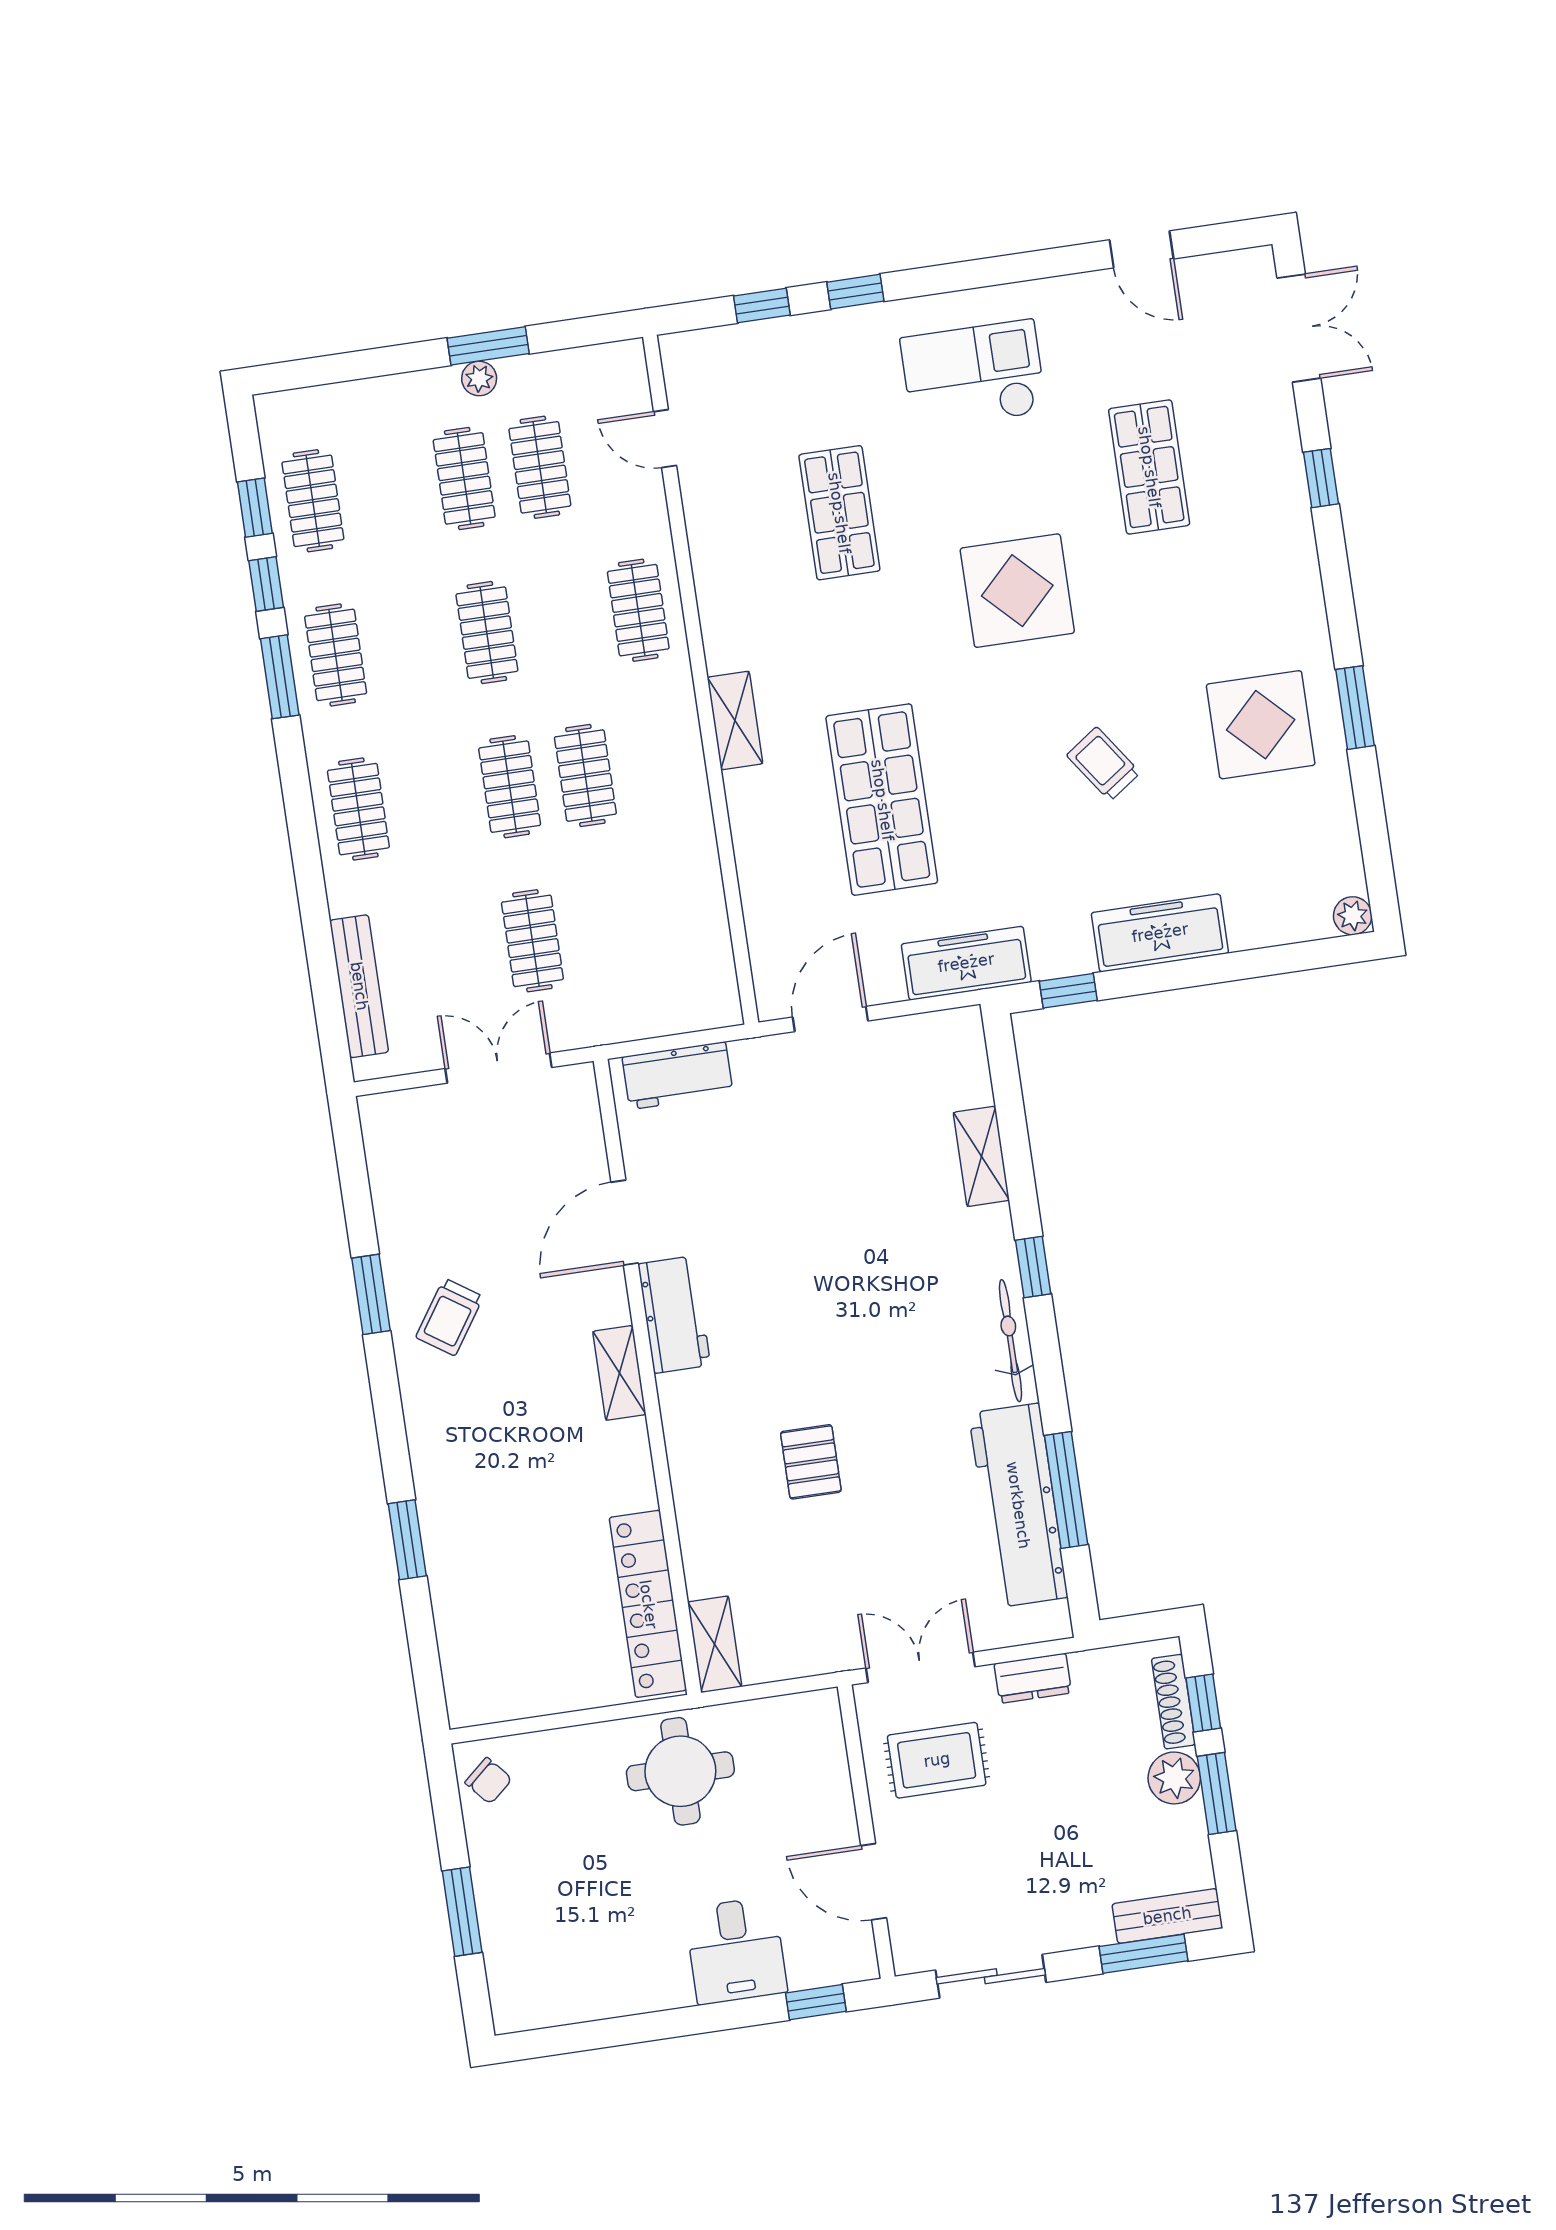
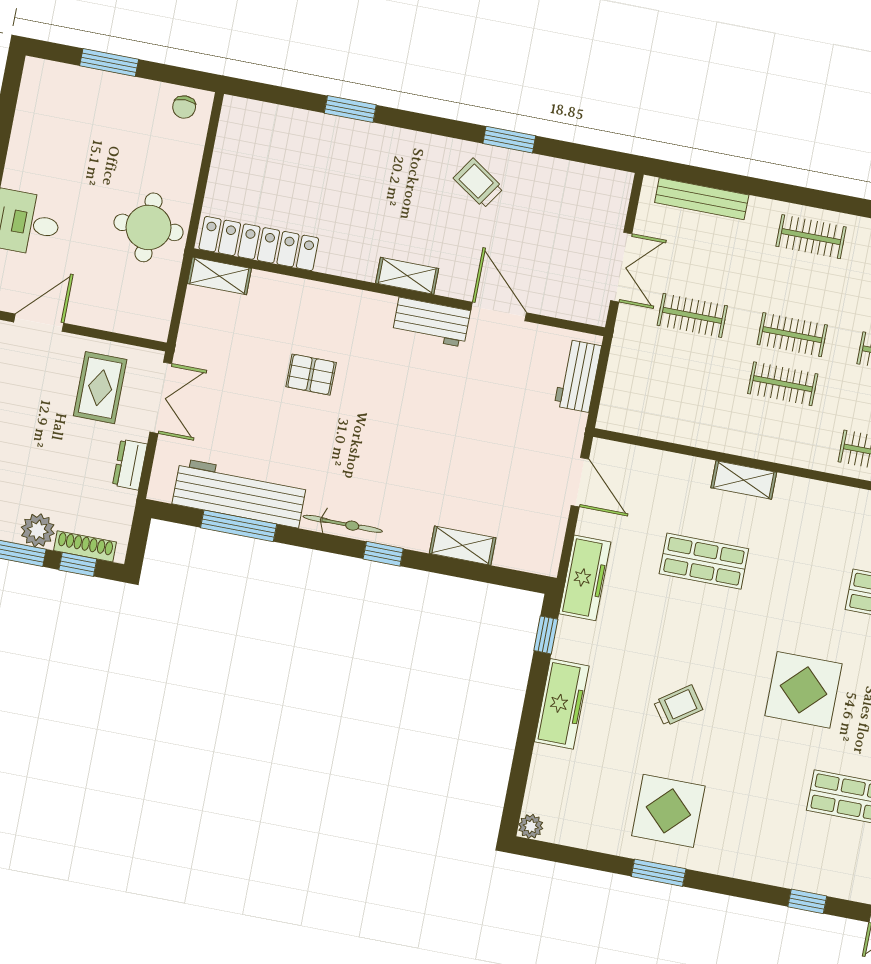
shelving: (735, 720) -> (744, 480), moved
shop shelf: (882, 800) -> (704, 561), width x0.70, depth x0.74
chair: (488, 1781) -> (184, 107), turned -49

